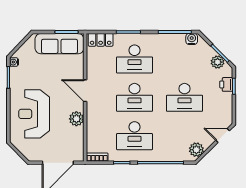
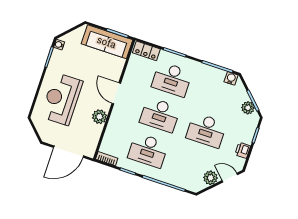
printer: (226, 84) -> (243, 150), moved
plant: (196, 150) -> (211, 178), moved

